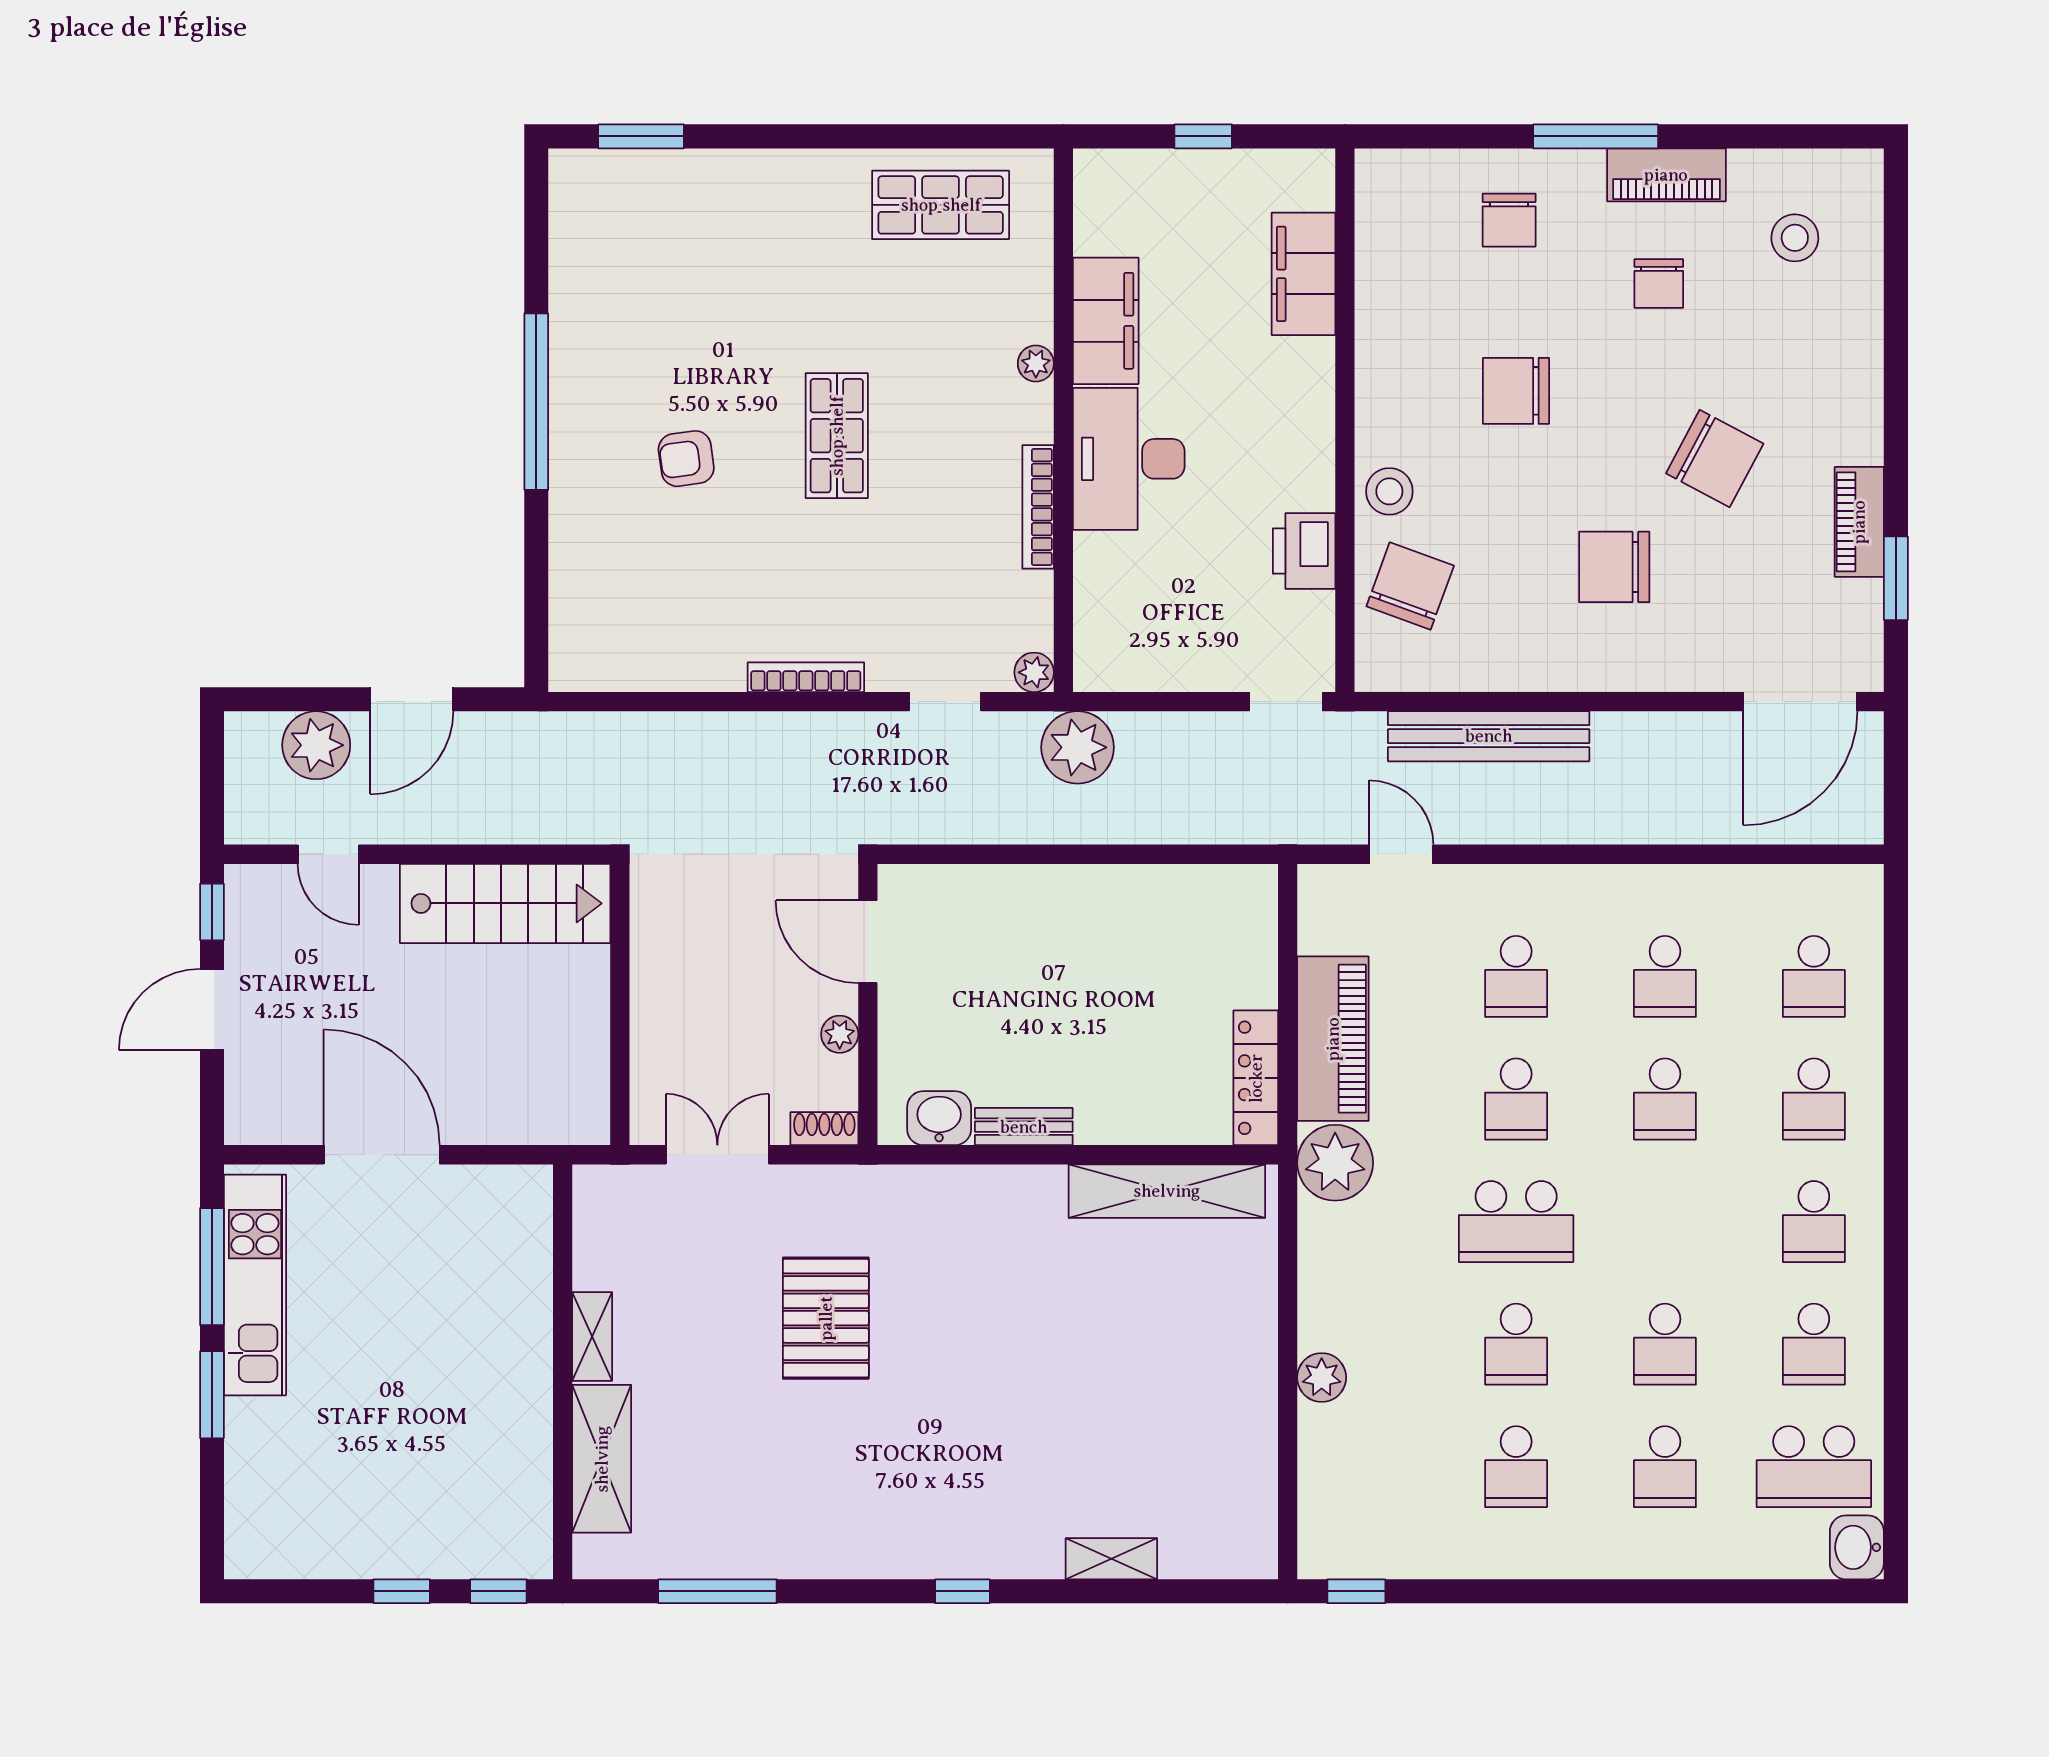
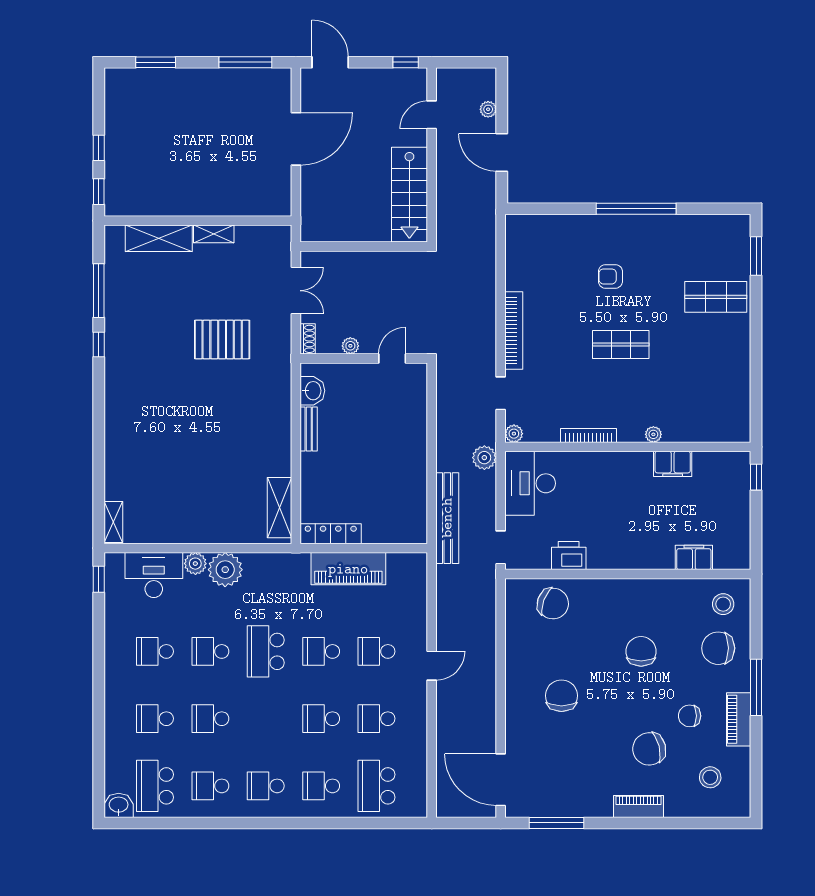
window: (1203, 136) -> (756, 477), moved
shop shelf: (941, 205) -> (716, 297), moved, turned 90
chair: (1509, 220) -> (718, 648), width x1.37, depth x1.37
filing cabinet: (1304, 274) -> (694, 557), width x0.67, depth x0.86
filing cabinet: (1106, 321) -> (673, 464), width x0.67, depth x0.86
chair: (1715, 458) -> (649, 749), moved, turned 48
armchair: (686, 459) -> (610, 276), turned -82
desk: (1129, 459) -> (530, 483), moved, turned -90
stool: (1389, 491) -> (723, 604), moved
piano: (1859, 522) -> (638, 806), moved
window: (1896, 578) -> (556, 823), width x1.44
bookcase: (806, 677) -> (514, 331), width x1.48, depth x1.31
bench: (1489, 736) -> (447, 518), moved
plant: (316, 745) -> (488, 109), width x0.53, depth x0.53
plant: (1078, 747) -> (484, 458), width x0.73, depth x0.73
door: (1401, 854) -> (432, 666), moved
door: (868, 942) -> (392, 359), width x0.73
school desk: (1814, 976) -> (376, 786), width x1.85
door: (212, 1009) -> (330, 62), moved
plant: (1335, 1163) -> (225, 570), moved
shelving: (1167, 1191) -> (280, 508), width x0.68
kitchen unit: (255, 1285) -> (237, 82), removed
window: (212, 1395) -> (156, 62), moved
desk: (1347, 1469) -> (154, 575), added
shelving: (1111, 1559) -> (113, 522), moved
window: (962, 1591) -> (99, 345), moved

